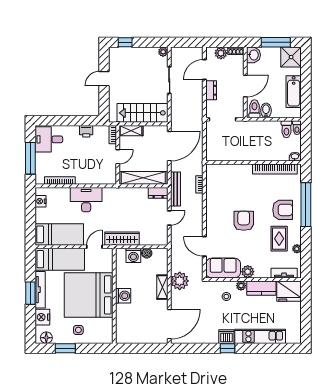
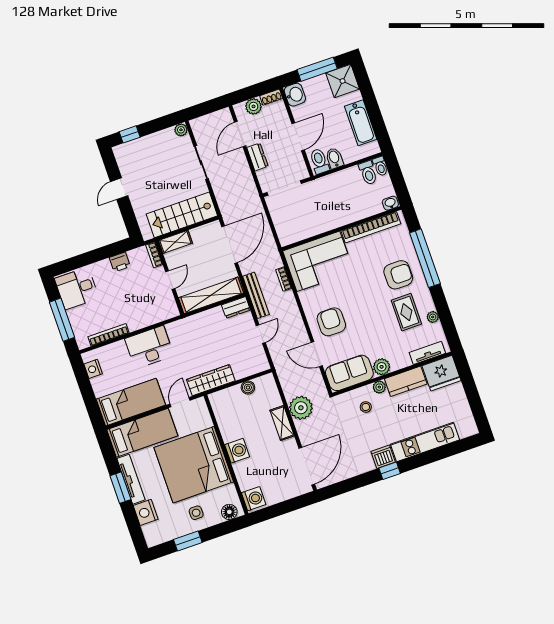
corner sofa: (229, 180) -> (318, 261), added
armchair: (244, 221) -> (331, 322), moved
washing machine: (133, 255) -> (254, 499), moved, turned -90
floor lamp: (46, 338) -> (229, 512), moved

